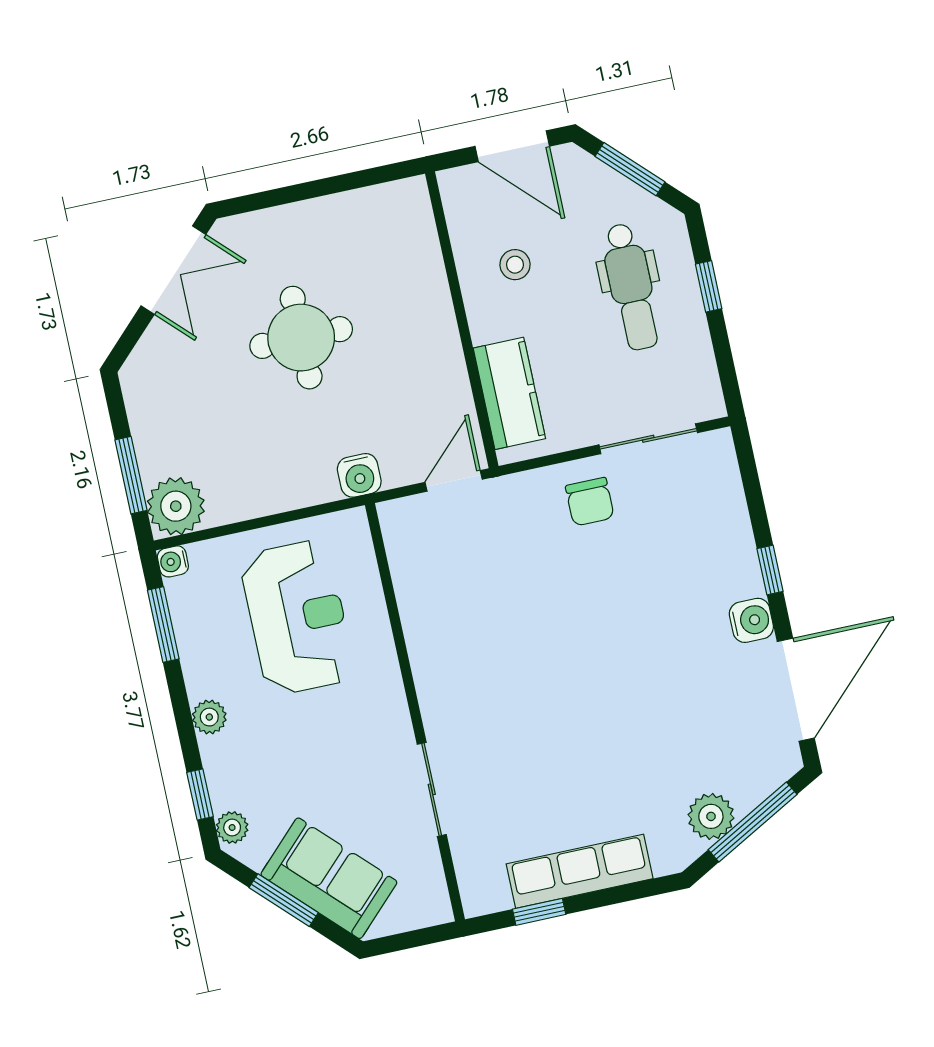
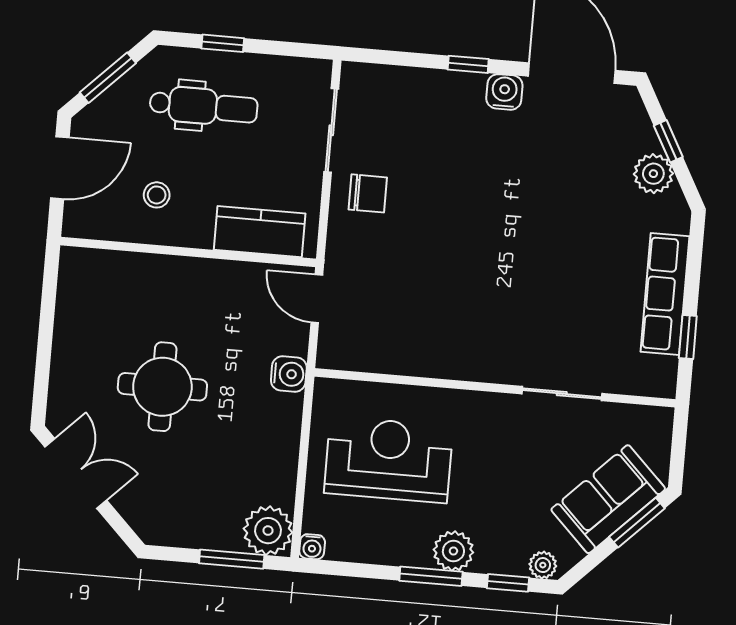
window: (163, 624) -> (431, 576), moved
plant: (209, 717) -> (453, 551), width x1.38, depth x1.38
window: (753, 822) -> (668, 141), width x0.46
window: (284, 900) -> (637, 523), moved

